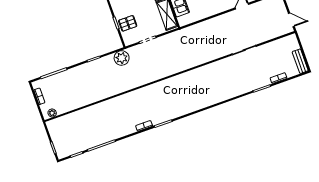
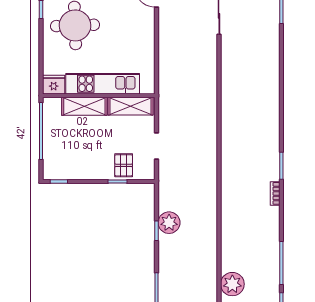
plant: (122, 58) -> (169, 223), moved
plant: (77, 119) -> (232, 284), added

